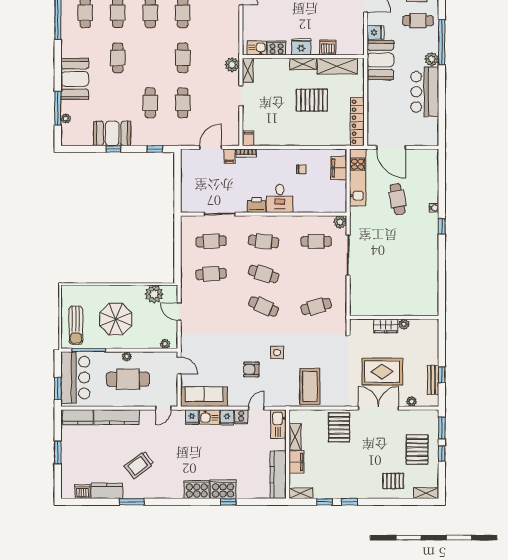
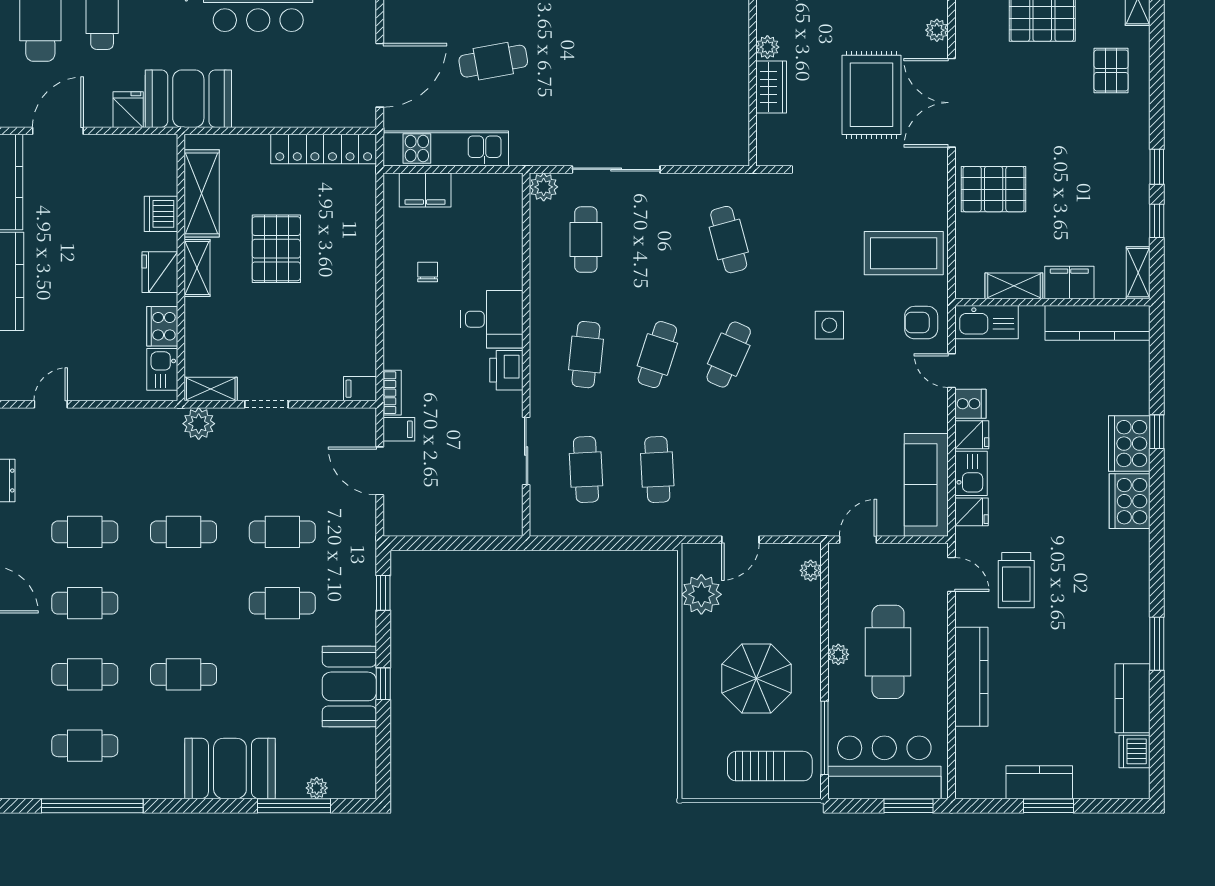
armchair: (251, 369) -> (921, 323), moved, turned 90
kitchen counter: (78, 417) -> (1039, 782), moved, turned -90
trolley: (139, 465) -> (1016, 580), moved, turned 37

